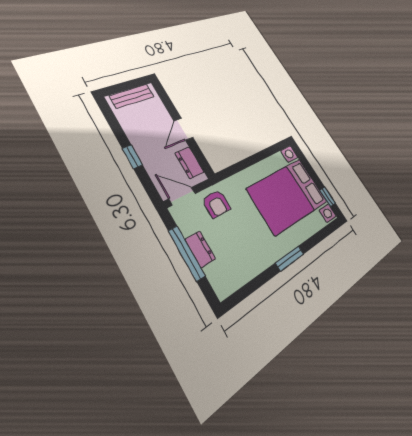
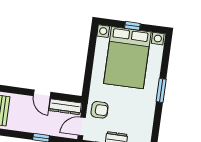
dresser: (189, 163) -> (65, 107), width x1.44
window: (328, 197) -> (132, 26), moved

